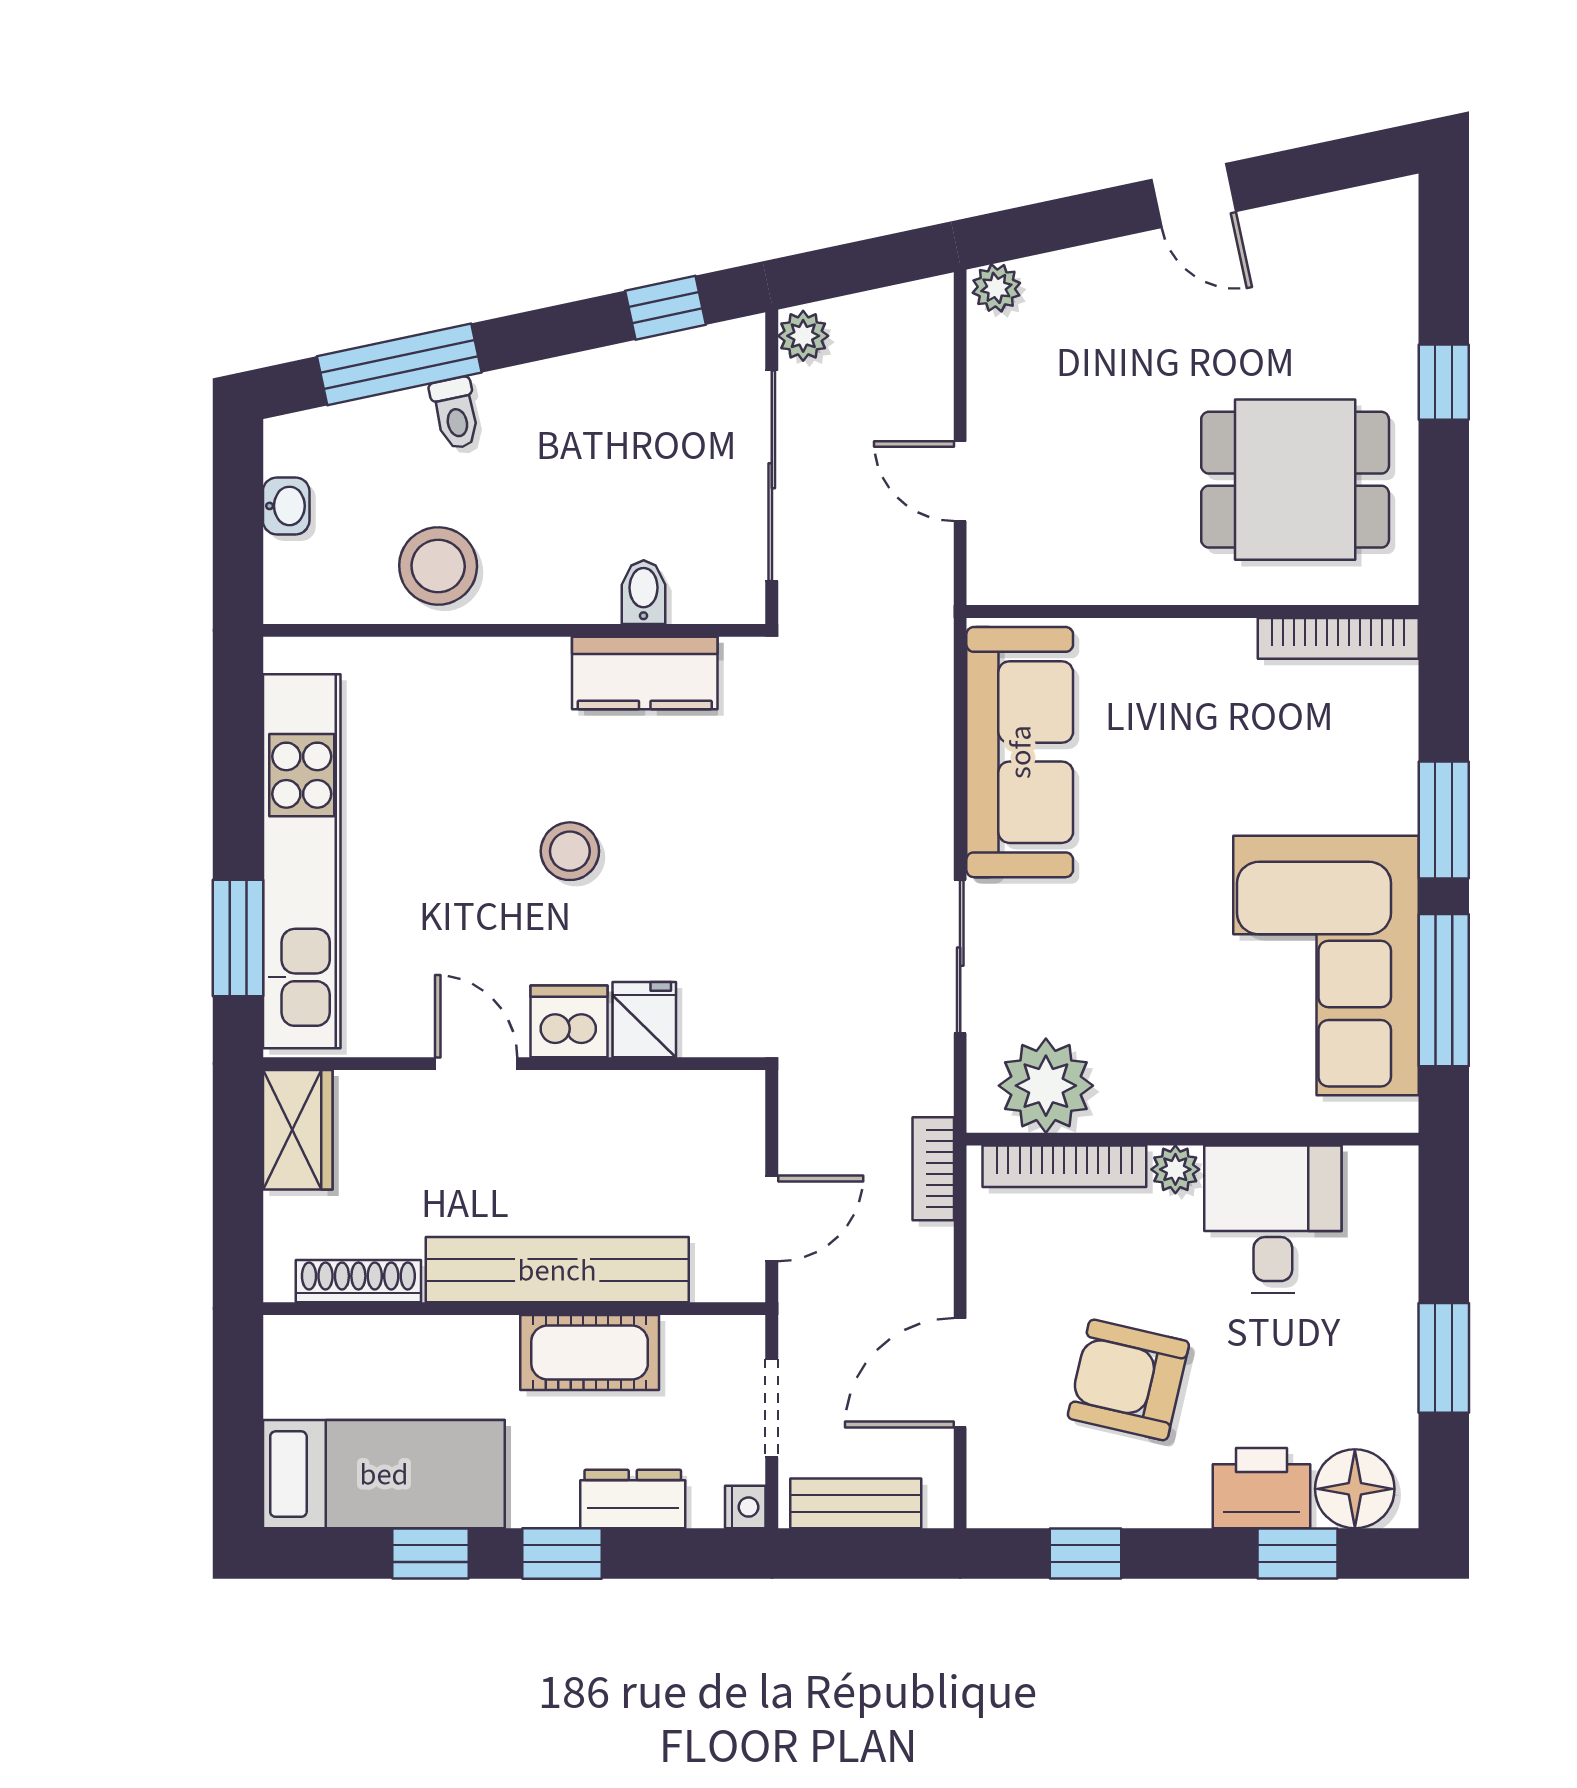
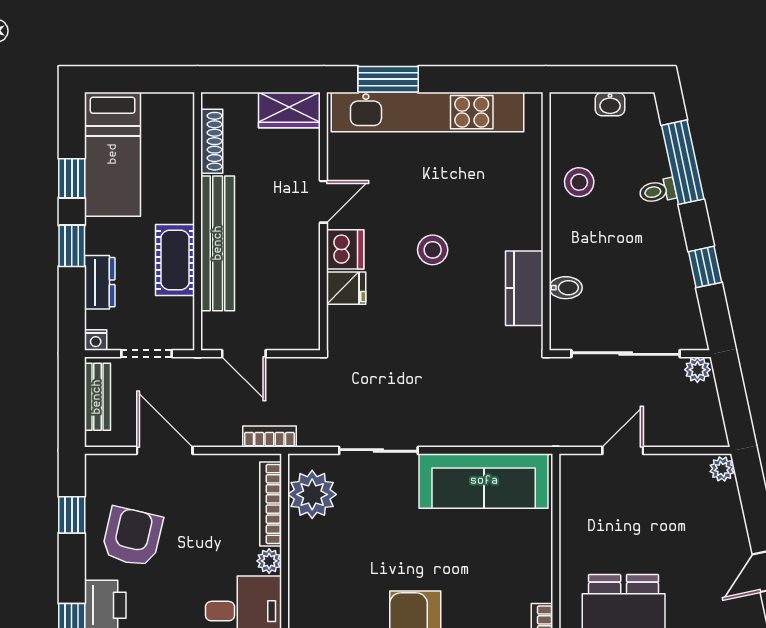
window: (666, 308) -> (705, 267), moved
stool: (438, 566) -> (579, 182), width x0.73, depth x0.73
armchair: (1128, 1380) -> (132, 537), moved

